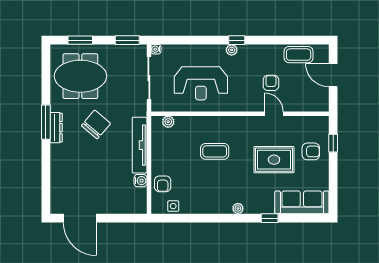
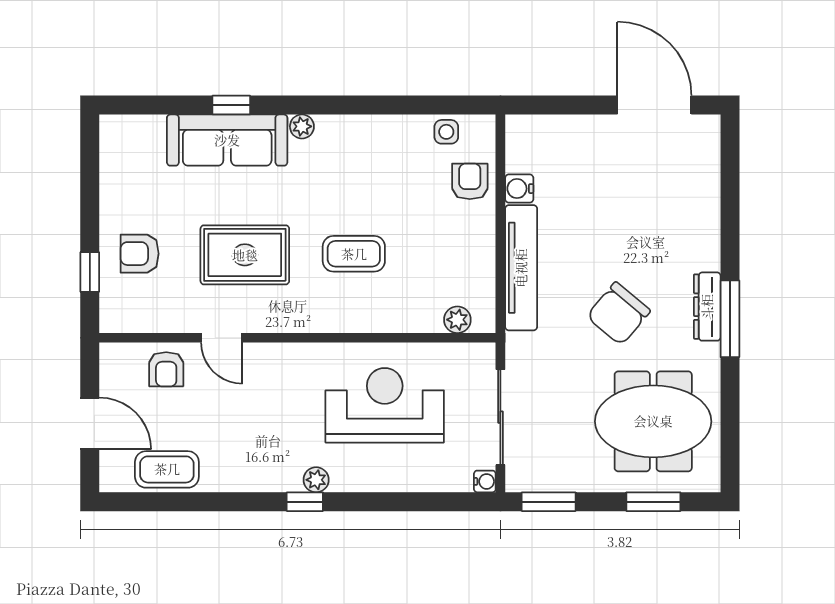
armchair: (271, 83) -> (166, 369), moved
rug: (274, 160) -> (245, 255), moved
sofa: (302, 202) -> (227, 140), moved

